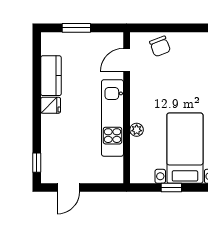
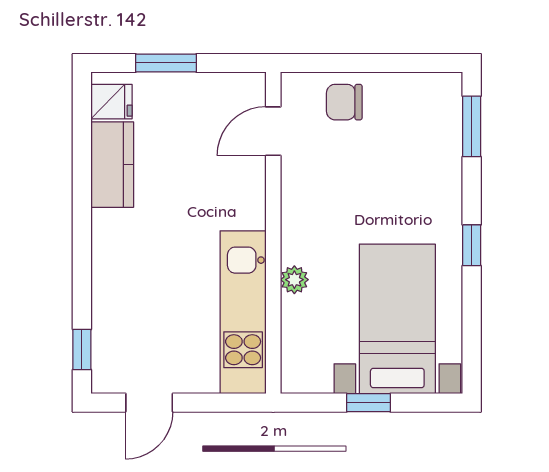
chair: (160, 46) -> (344, 102), turned 111
fridge: (51, 105) -> (111, 102), moved
kitchen unit: (112, 118) -> (243, 312), moved

